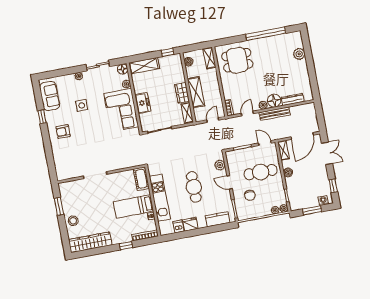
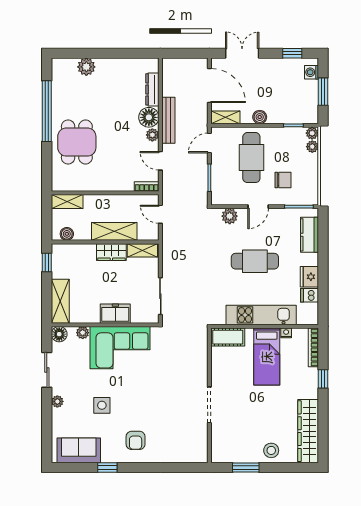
dining table: (237, 60) -> (77, 142), moved

